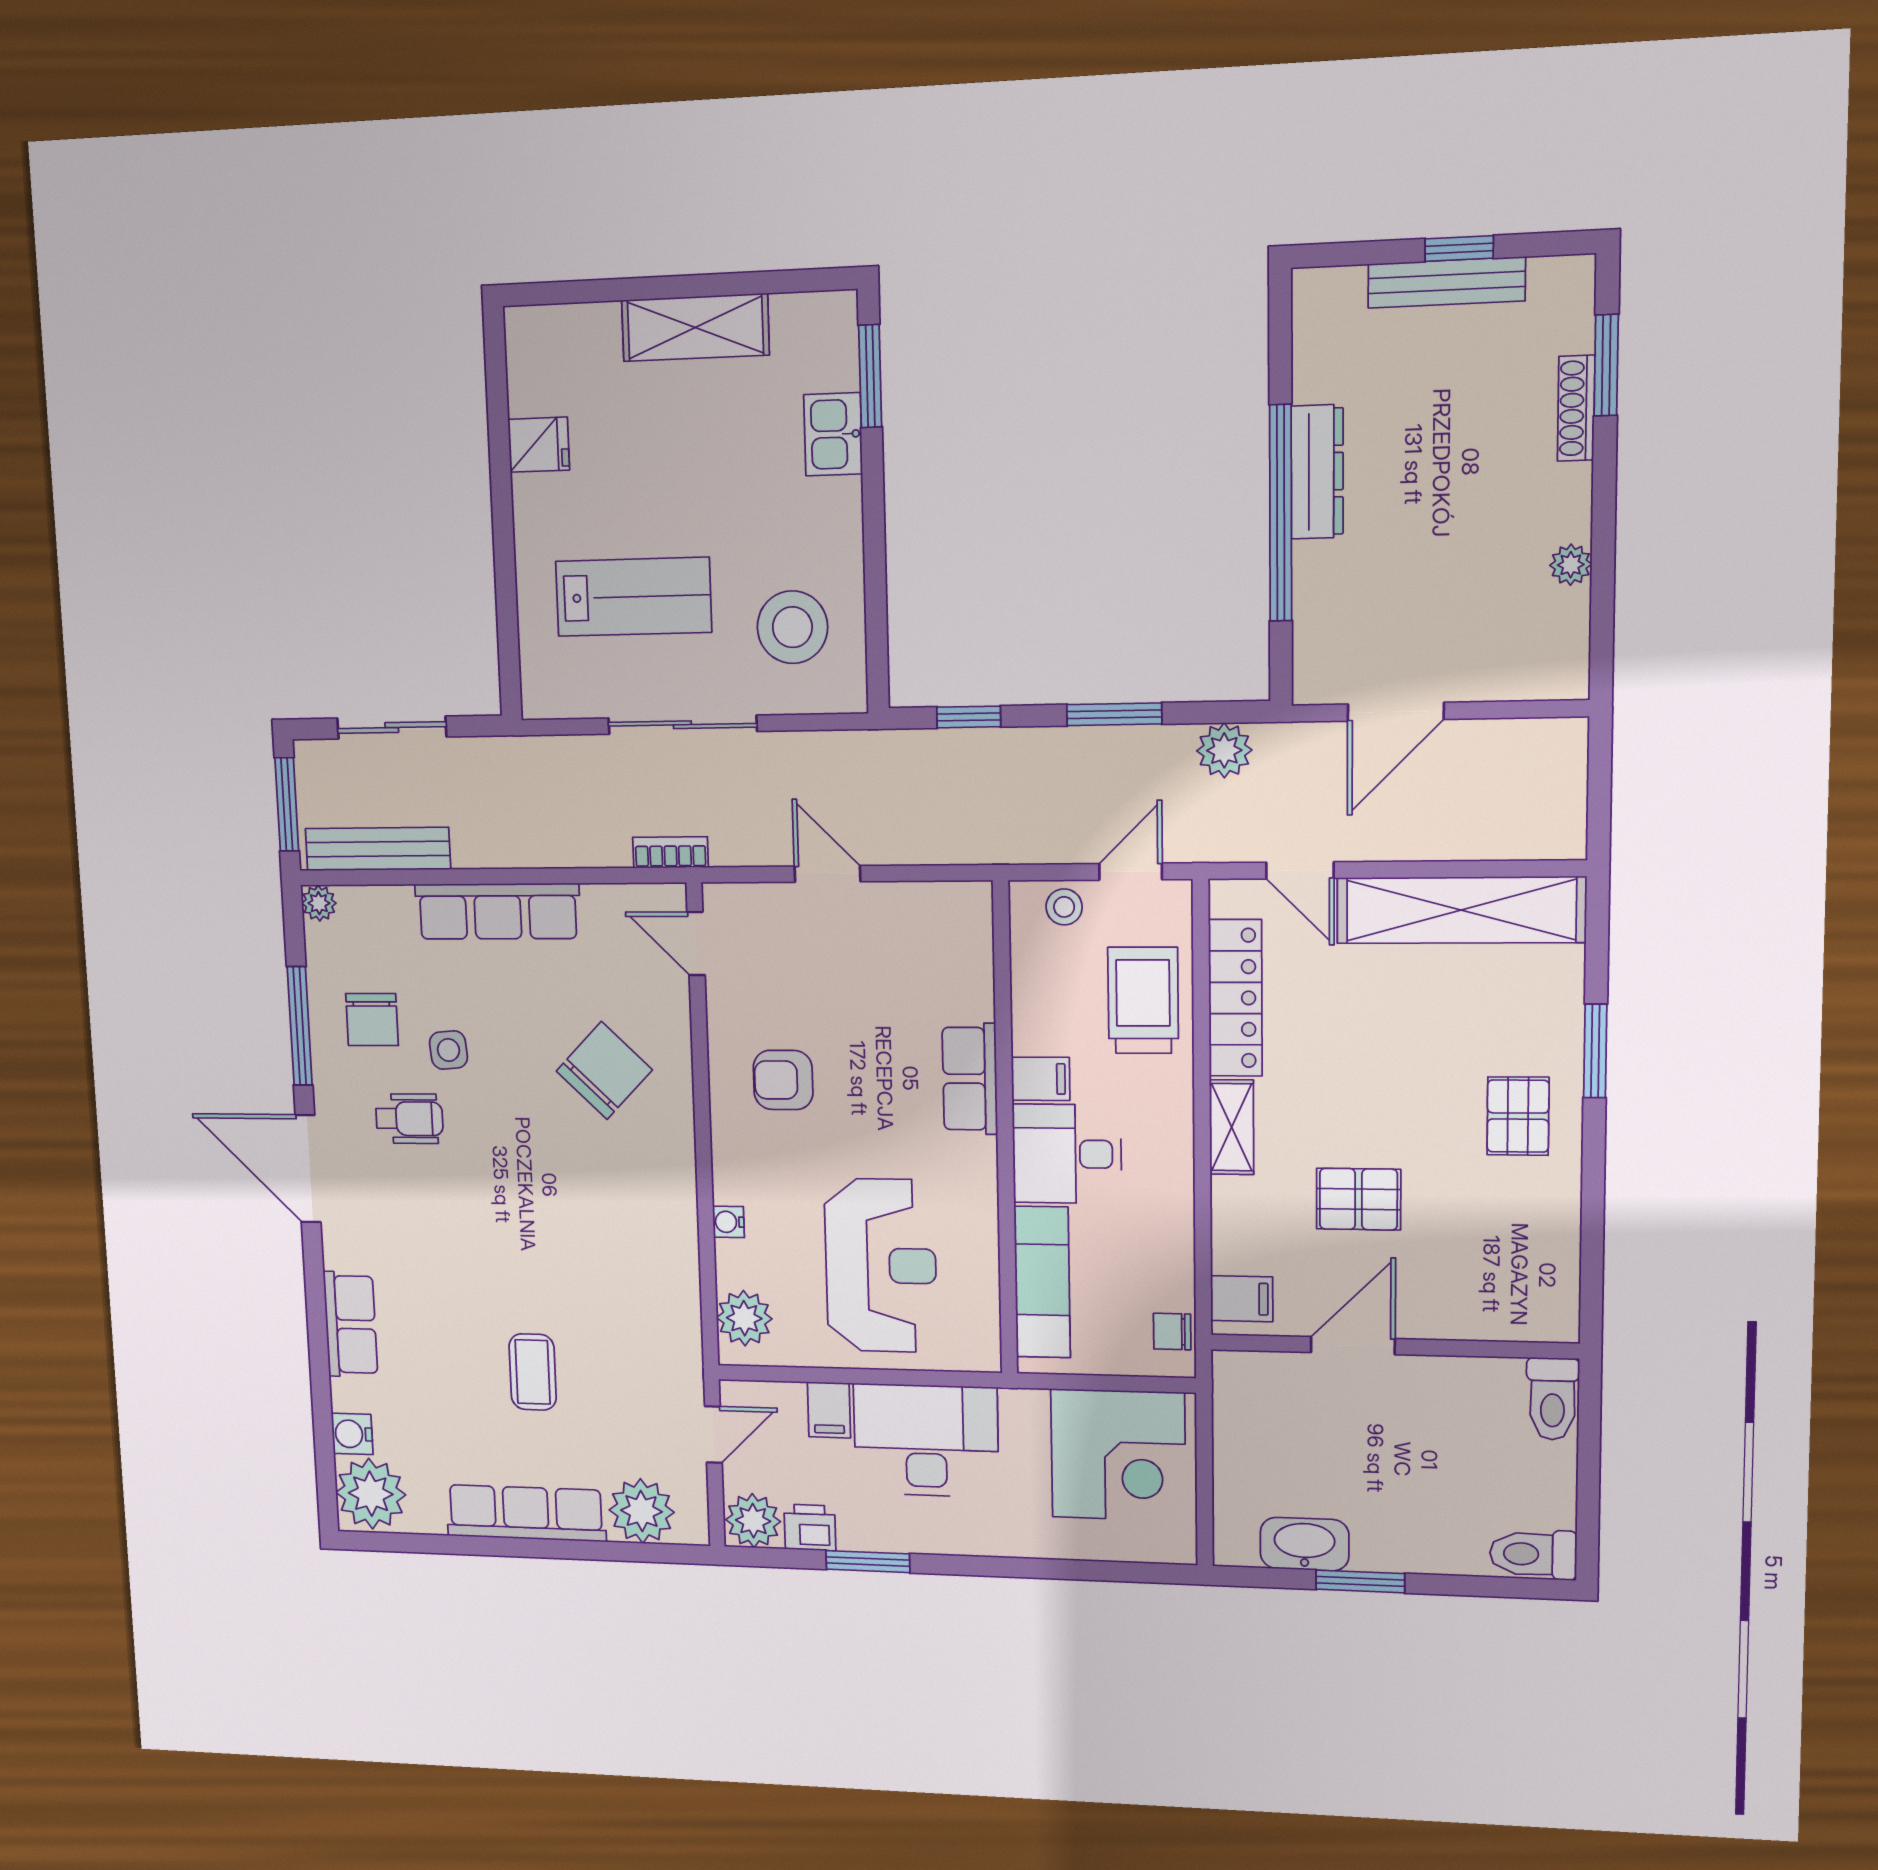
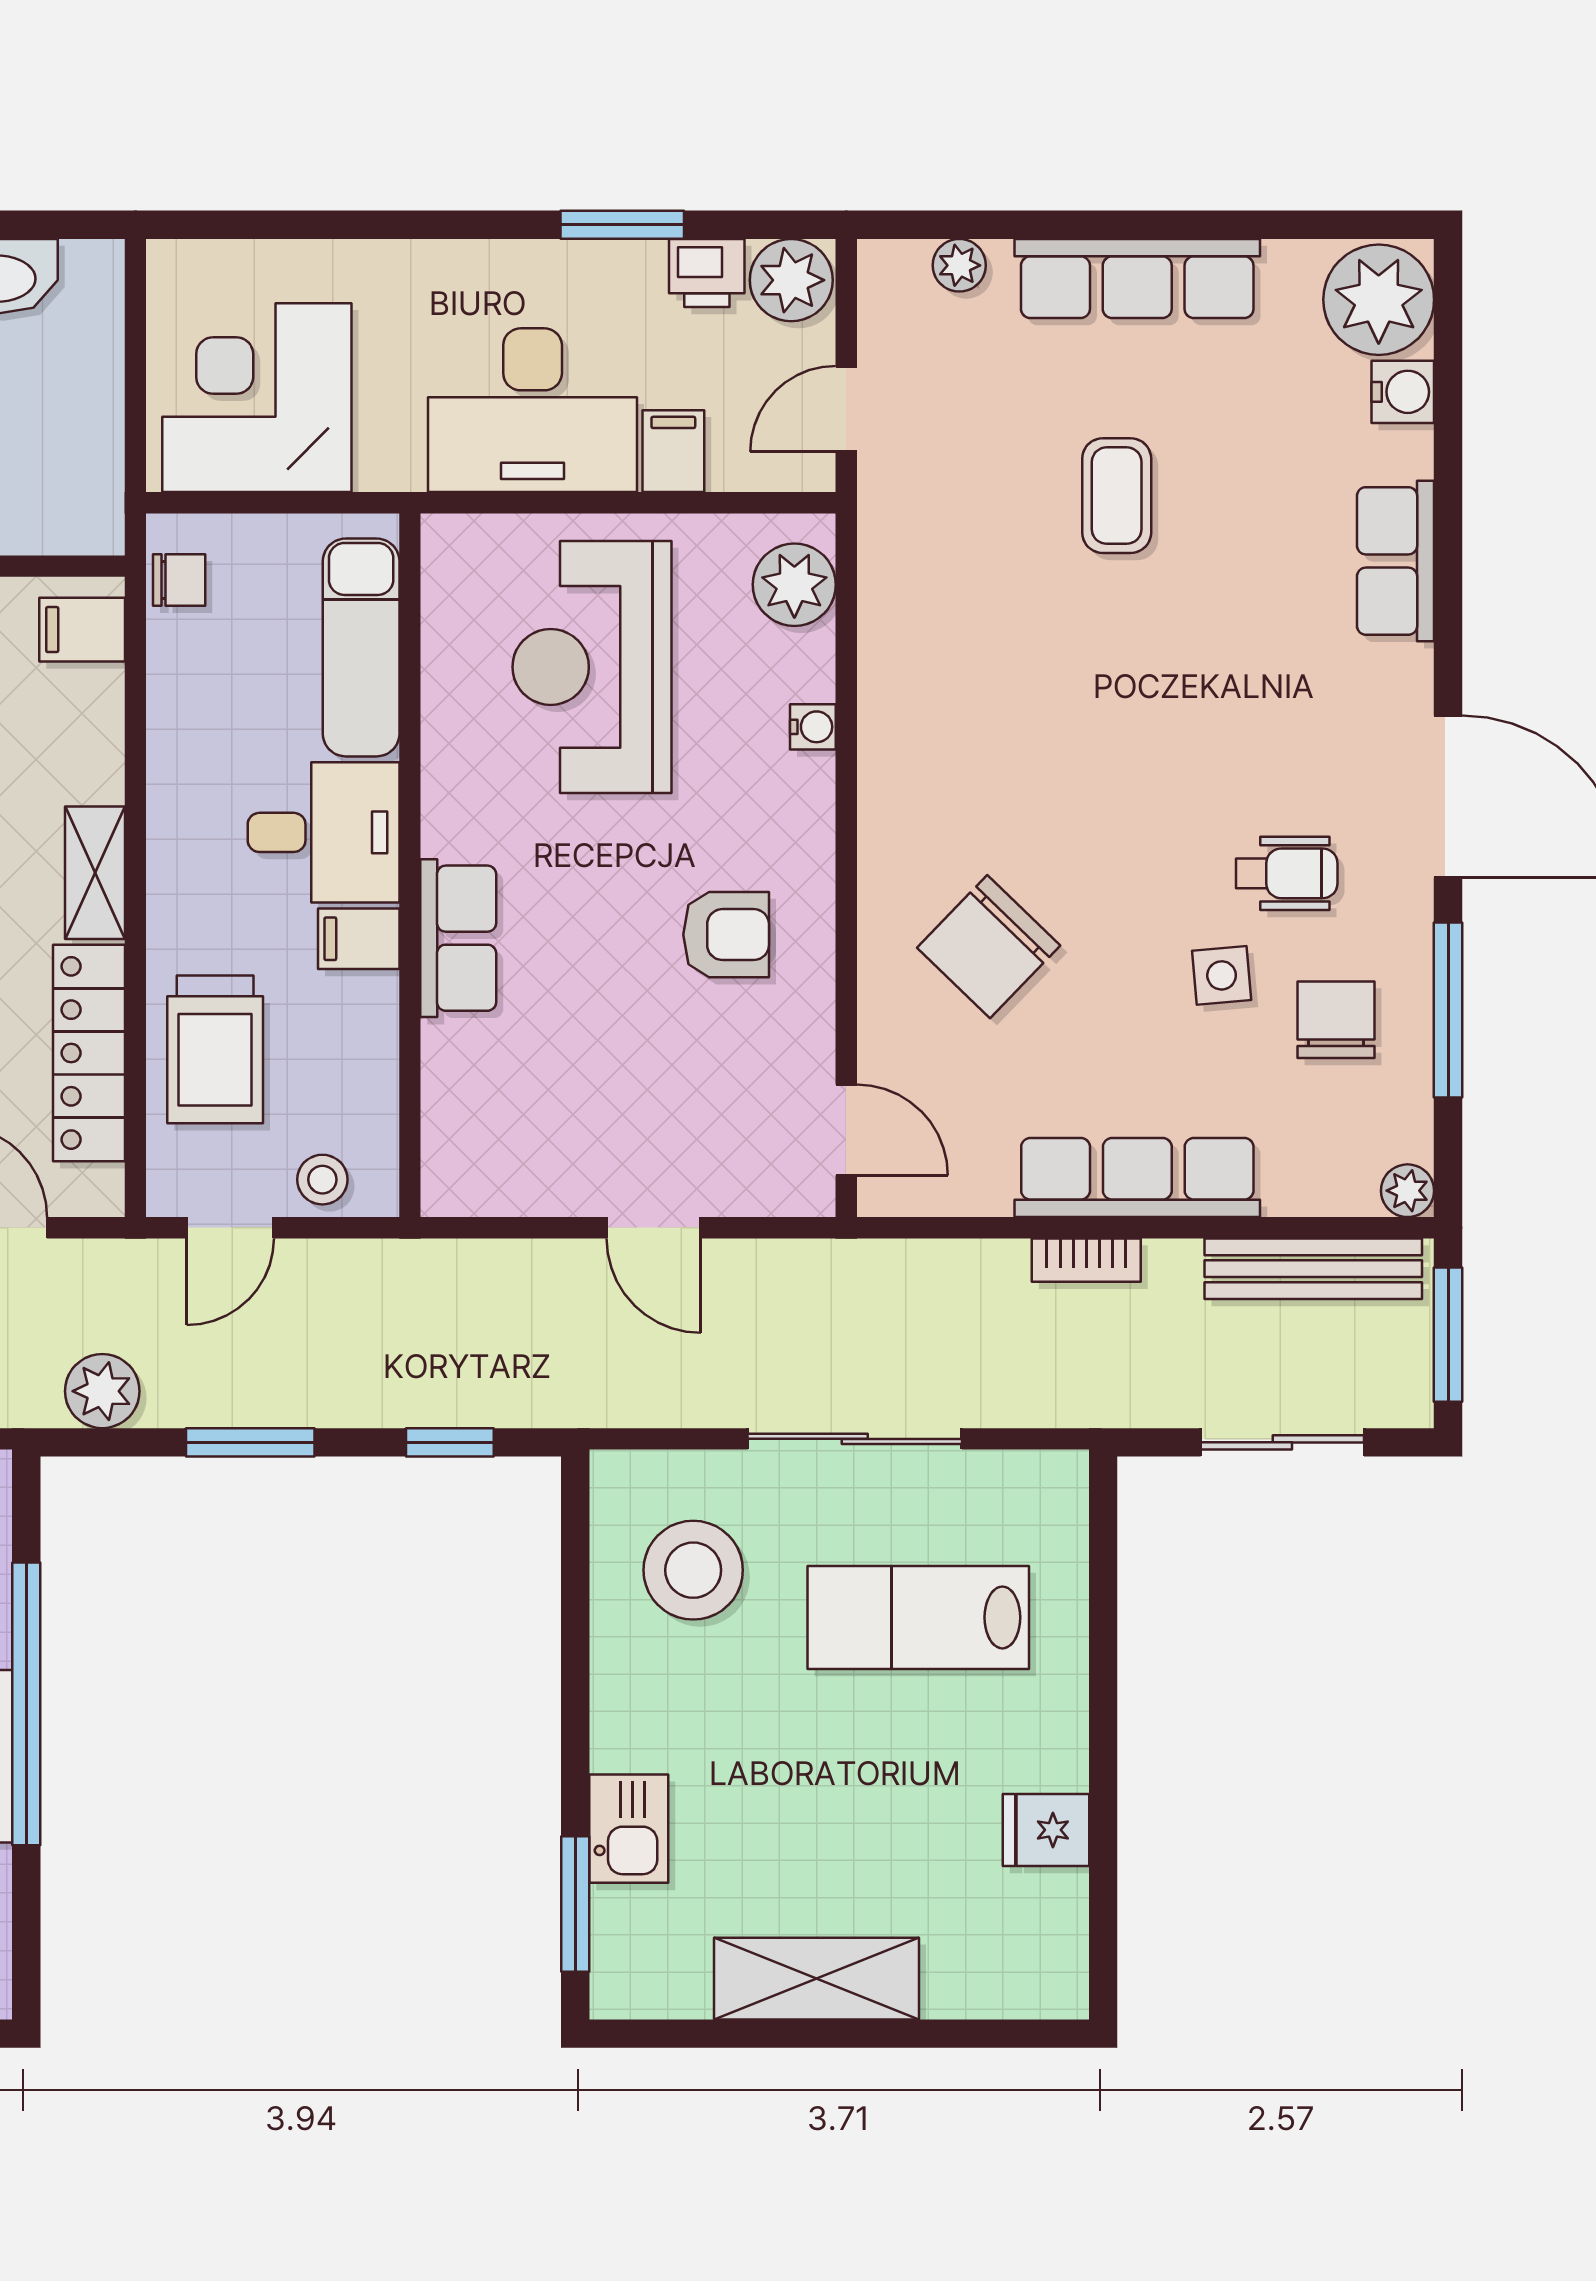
bookcase: (670, 852) -> (1086, 1260), moved
wheelchair: (409, 1119) -> (1287, 873), turned 180
plant: (642, 1511) -> (959, 265), width x0.53, depth x0.53

